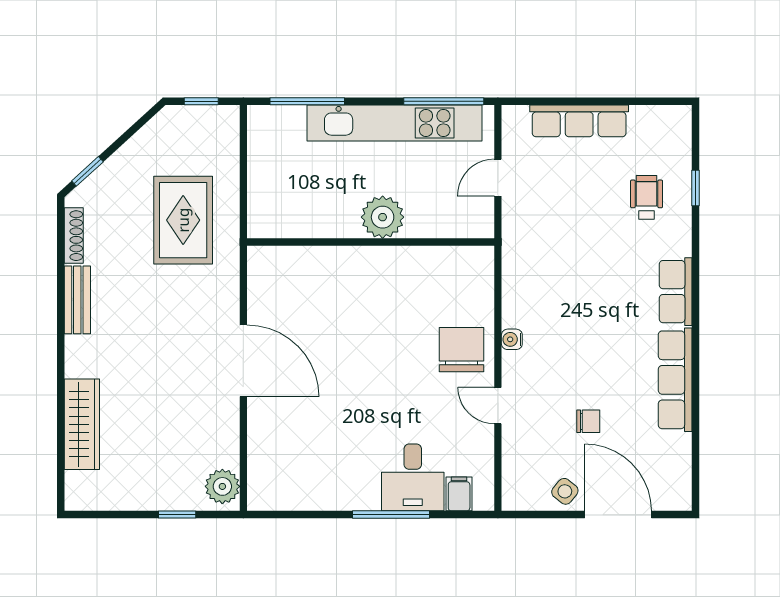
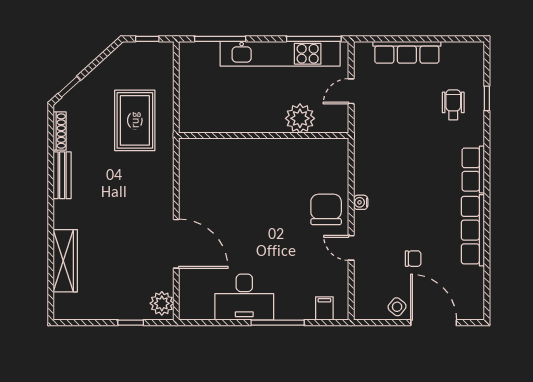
plant: (383, 217) -> (300, 118), moved
door: (243, 361) -> (176, 244), moved
desk: (413, 477) -> (244, 297), moved, width x1.37

